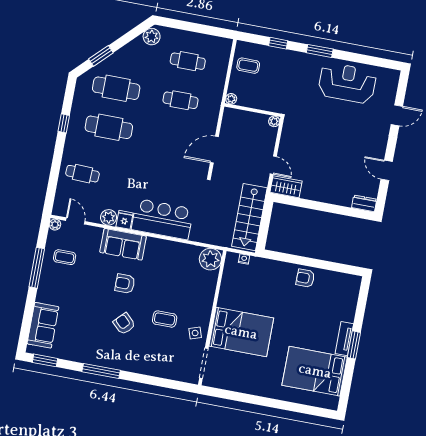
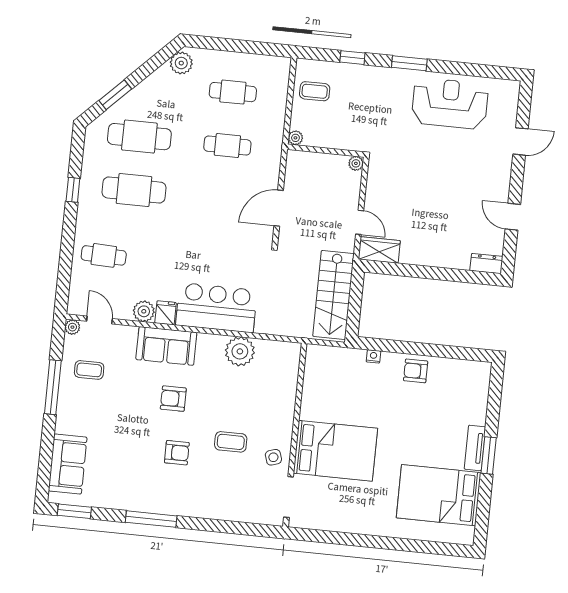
plant: (210, 259) -> (240, 351), moved
nightstand: (244, 259) -> (373, 356), moved
armchair: (124, 324) -> (177, 453), turned 136

